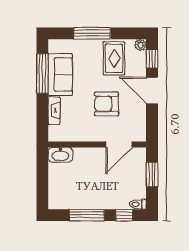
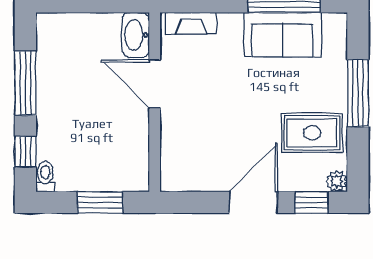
armchair: (107, 104) -> (229, 119), removed
fireplace: (54, 111) -> (191, 23), moved
door: (119, 144) -> (155, 84), moved

